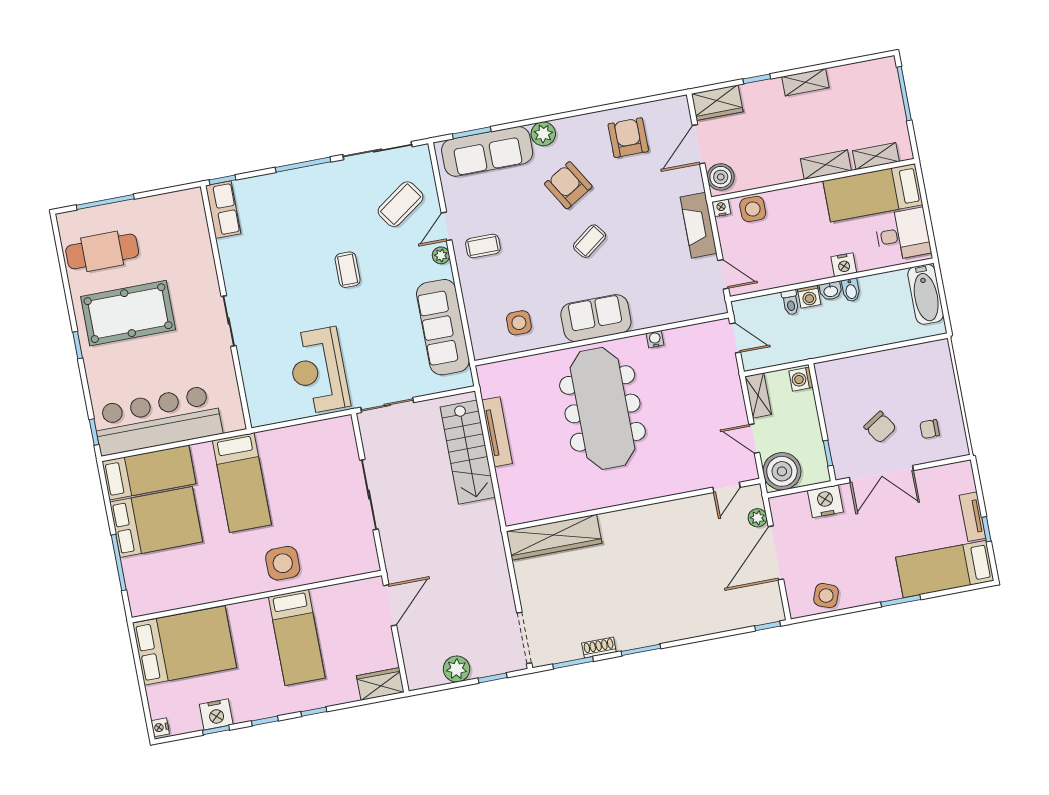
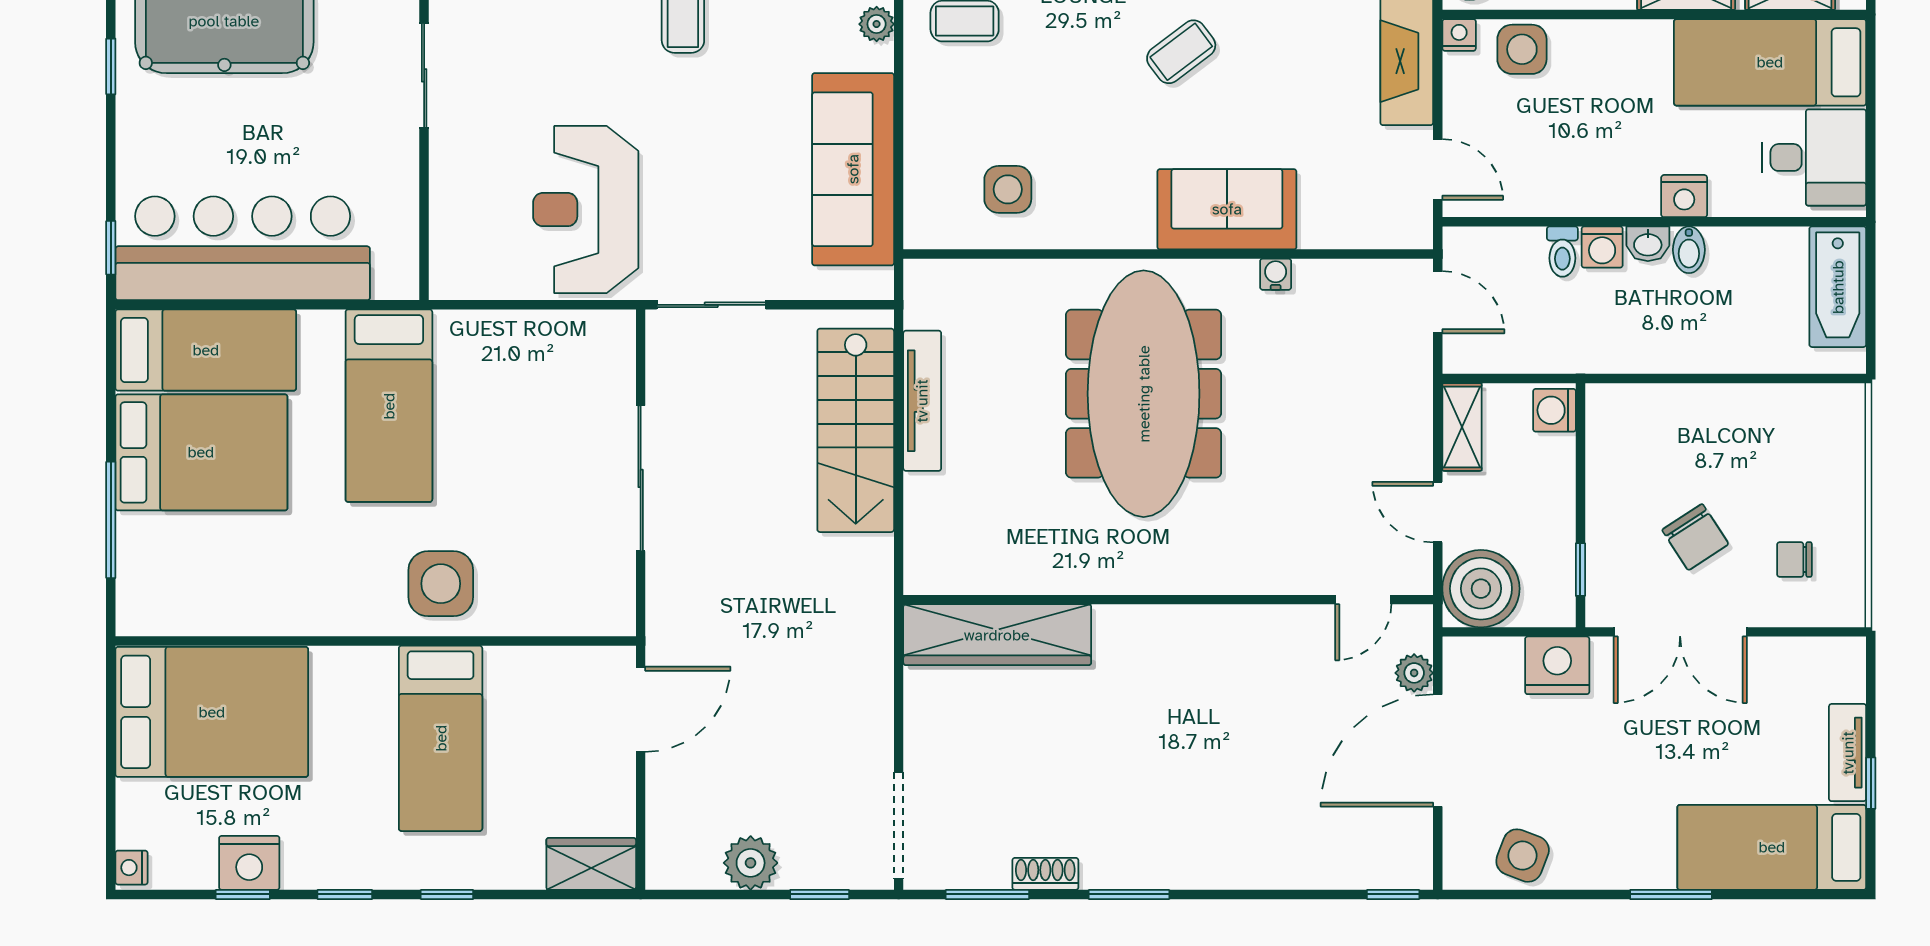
sofa: (596, 318) -> (1227, 209), moved

